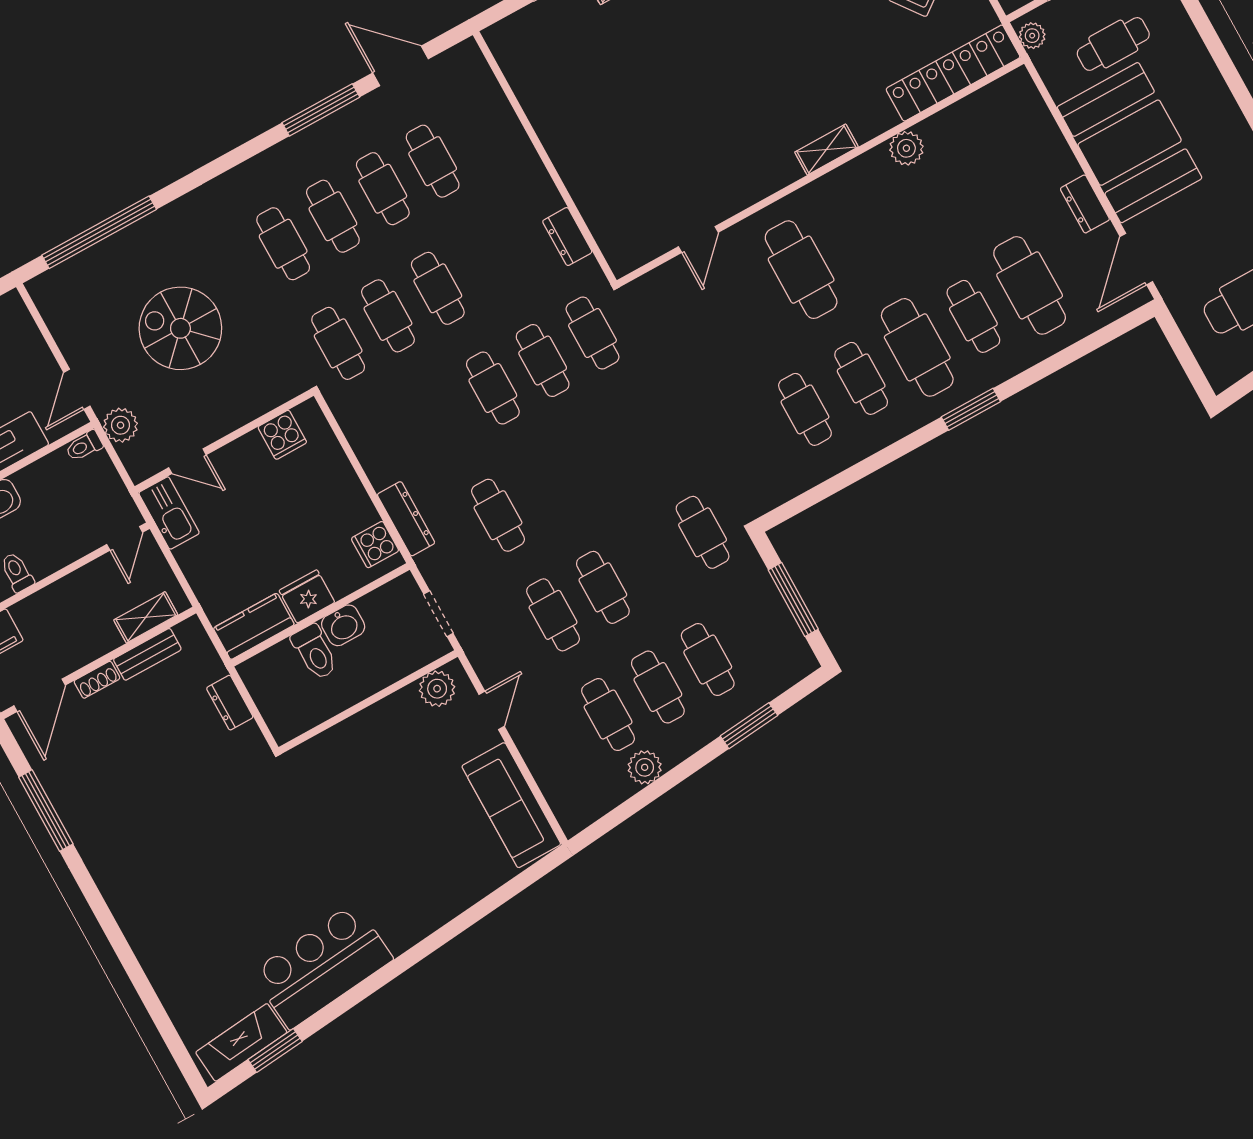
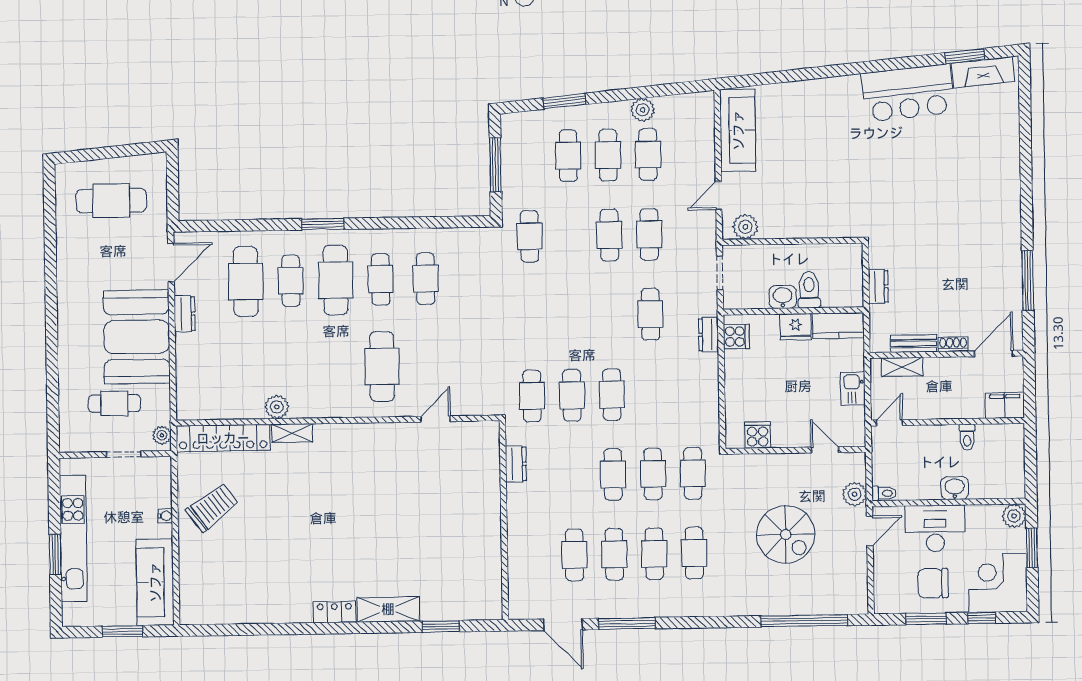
shelving: (826, 149) -> (292, 433), moved
kitchen sink: (169, 513) -> (853, 389), moved, width x0.73
dresser: (406, 519) -> (708, 335), width x0.70

